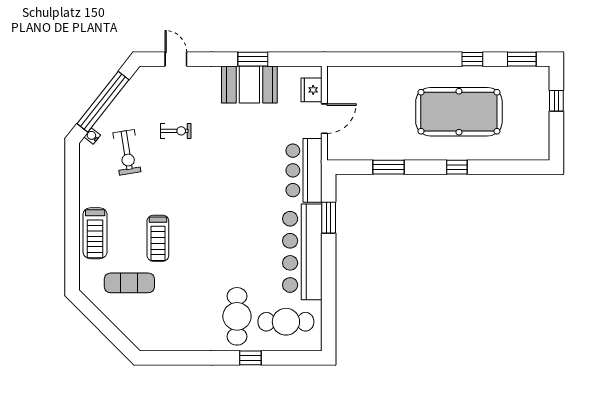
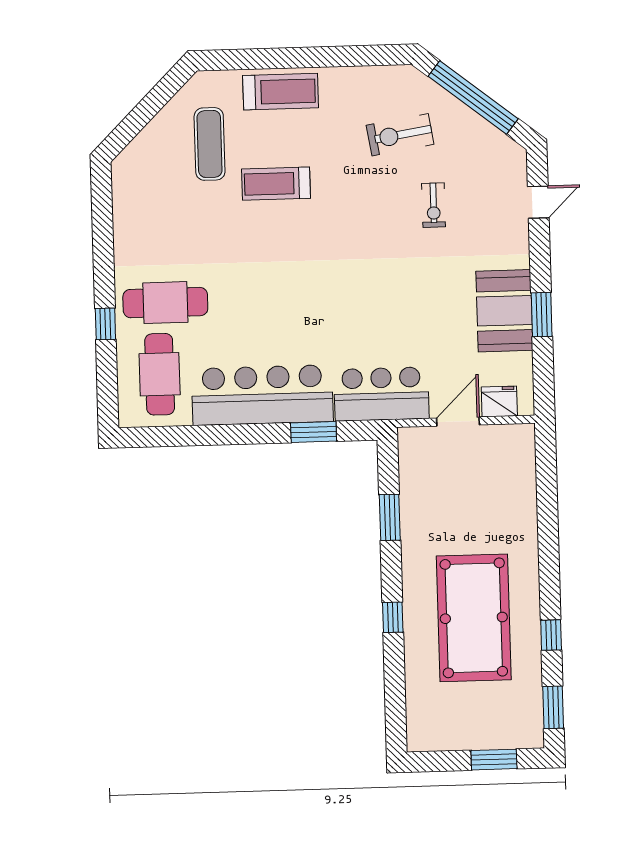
window: (556, 101) -> (494, 760), width x1.50
door: (324, 119) -> (458, 422), swing flipped
water cooler: (92, 136) -> (422, 83), removed
treadmill: (95, 233) -> (281, 92), turned 180

